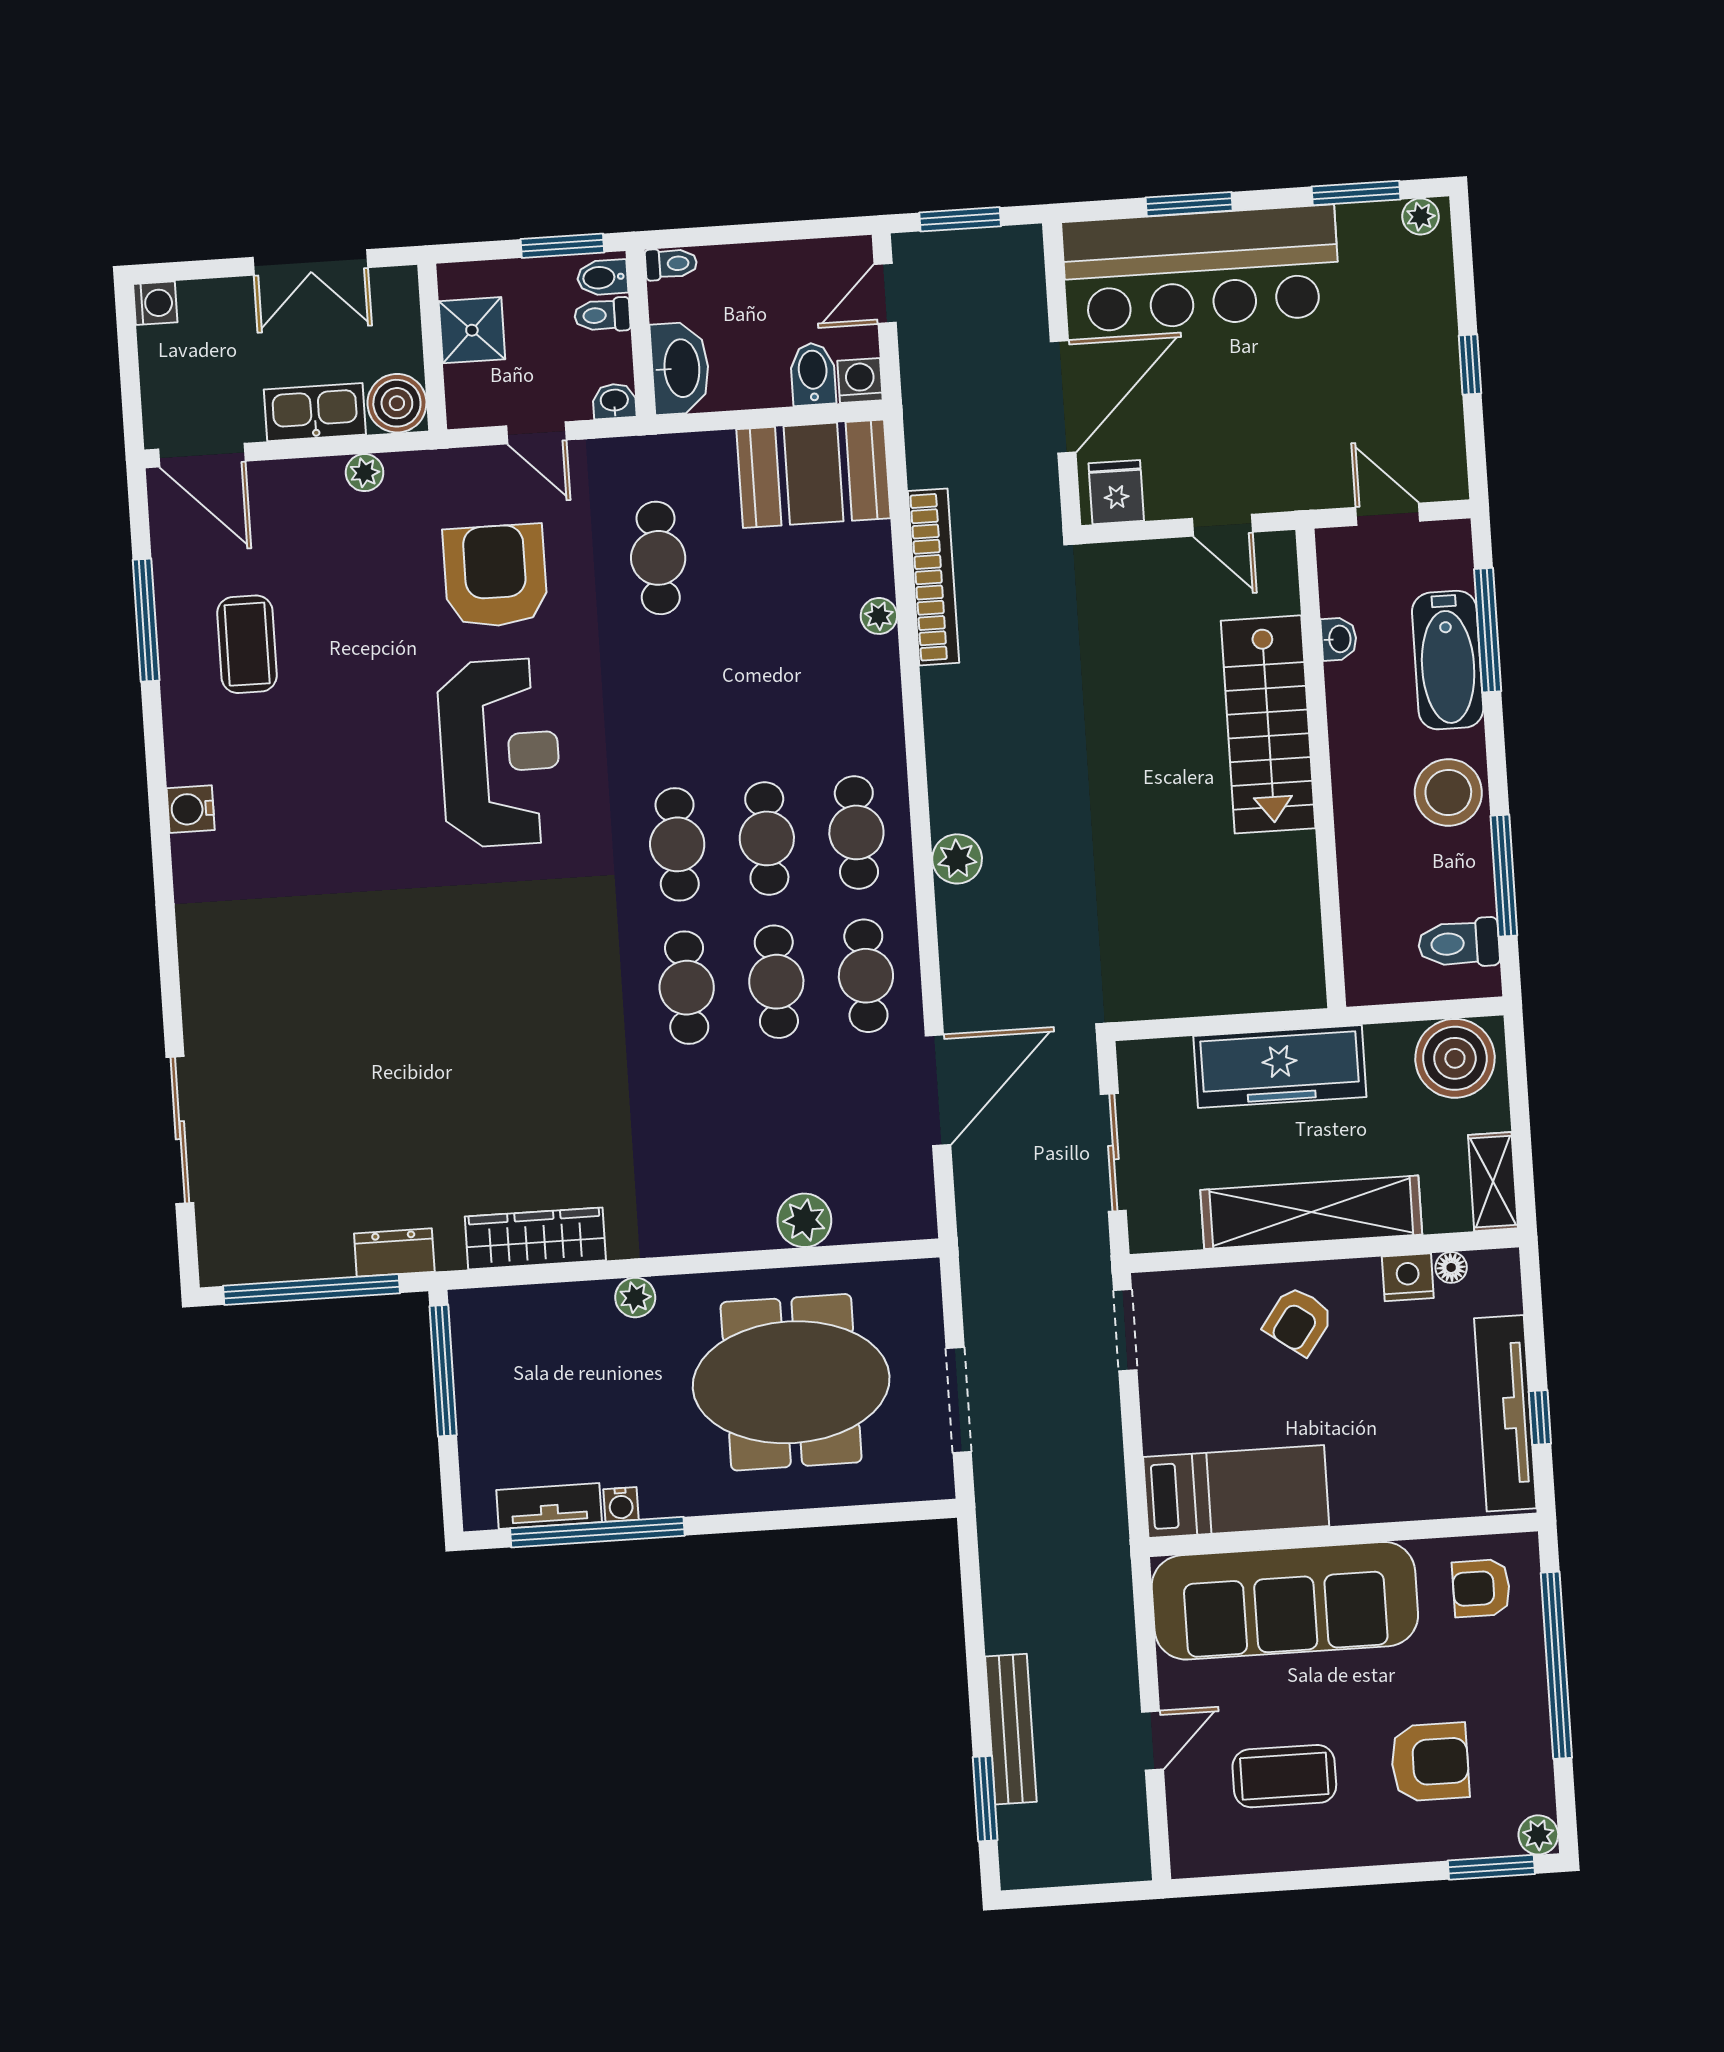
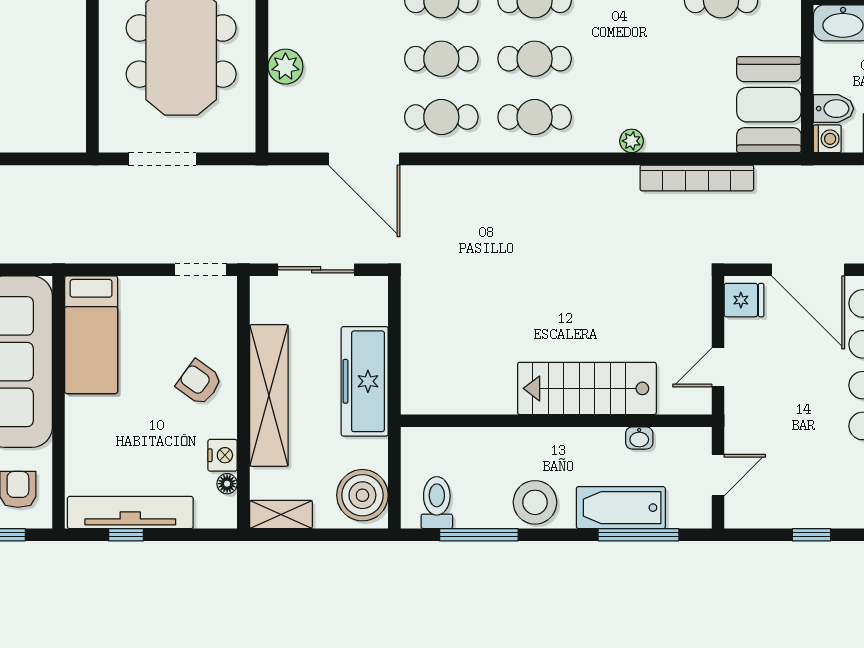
plant: (879, 616) -> (631, 141), moved
plant: (957, 859) -> (513, 181), removed

